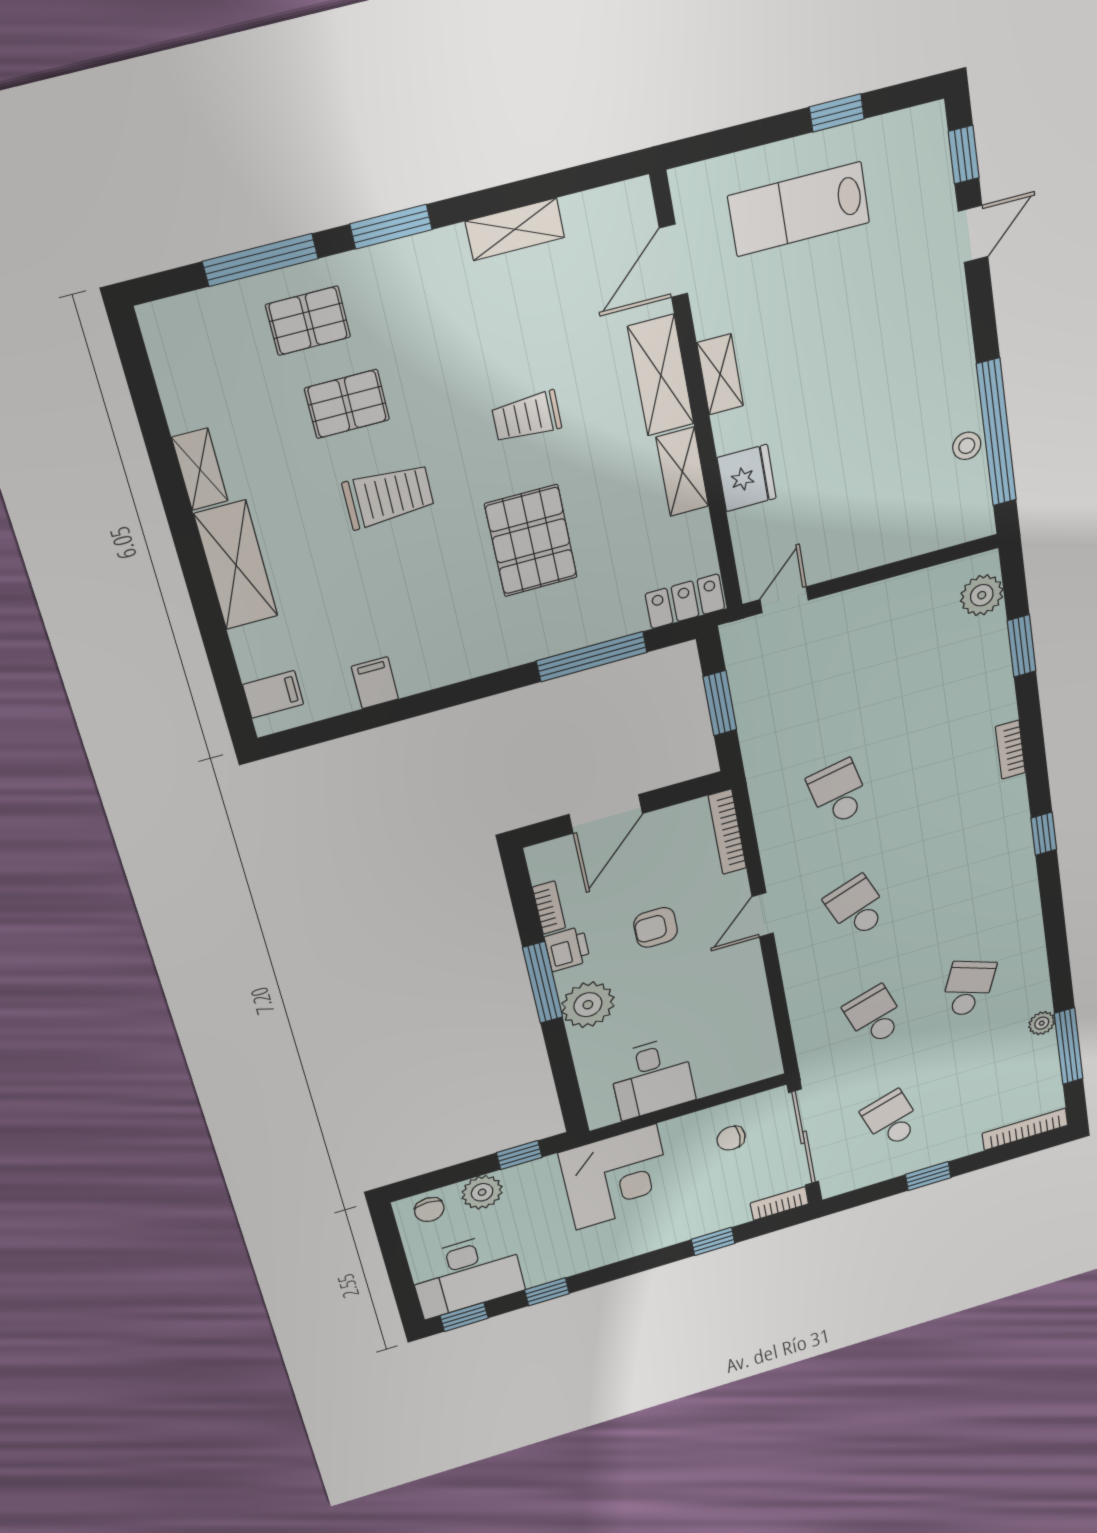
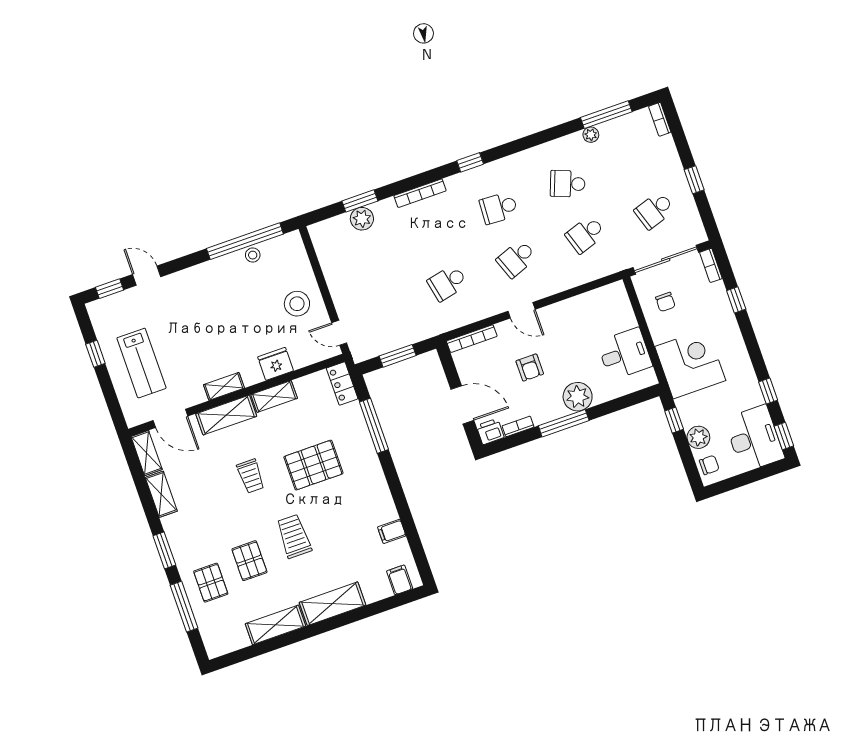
shelving: (608, 205) -> (147, 453), added
shelving: (200, 469) -> (275, 625), width x1.50, depth x1.33
stool: (856, 524) -> (297, 304), added
plant: (982, 595) -> (362, 219), moved
bookcase: (1010, 750) -> (420, 193), width x1.56
school desk: (953, 879) -> (499, 208), added
printer: (567, 949) -> (490, 432), moved
bookcase: (1025, 1129) -> (660, 119), width x0.64

